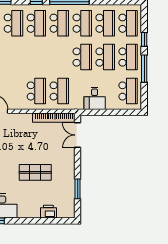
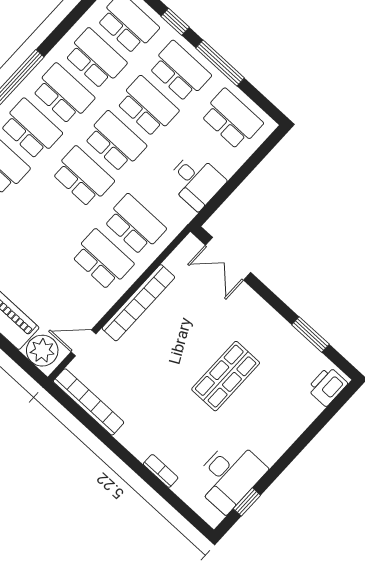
school desk: (59, 57) -> (83, 177), added
bookcase: (54, 118) -> (138, 303), moved
printer: (48, 212) -> (327, 386), moved

